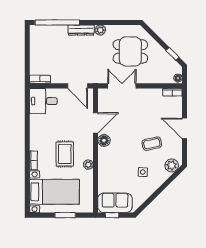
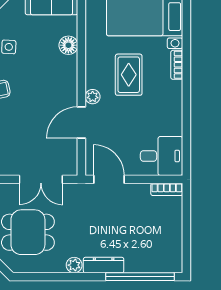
floor lamp: (104, 140) -> (68, 45), moved
plant: (88, 165) -> (93, 97), moved

